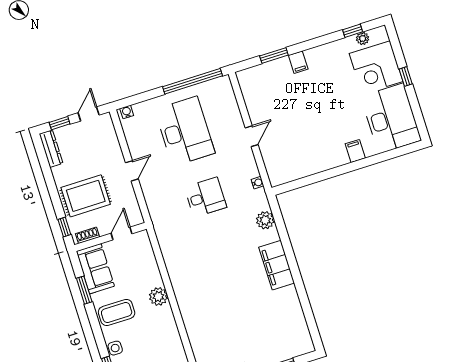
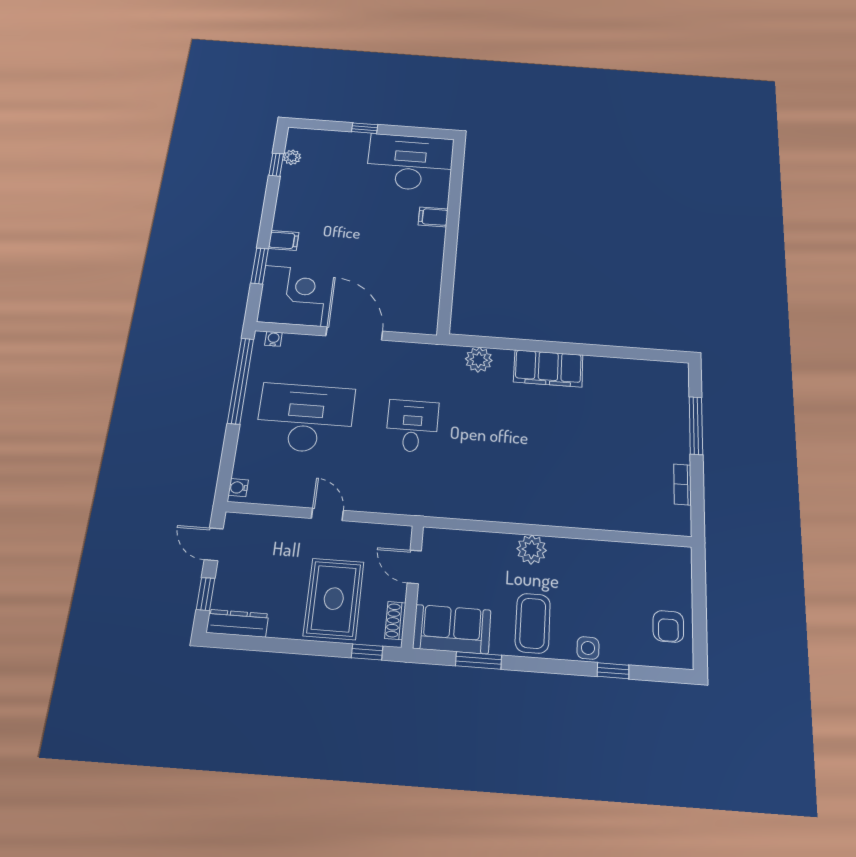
corner desk: (376, 67) -> (293, 296), moved, turned -90
door: (252, 136) -> (354, 334), width x1.87
water cooler: (258, 183) -> (273, 339), moved

